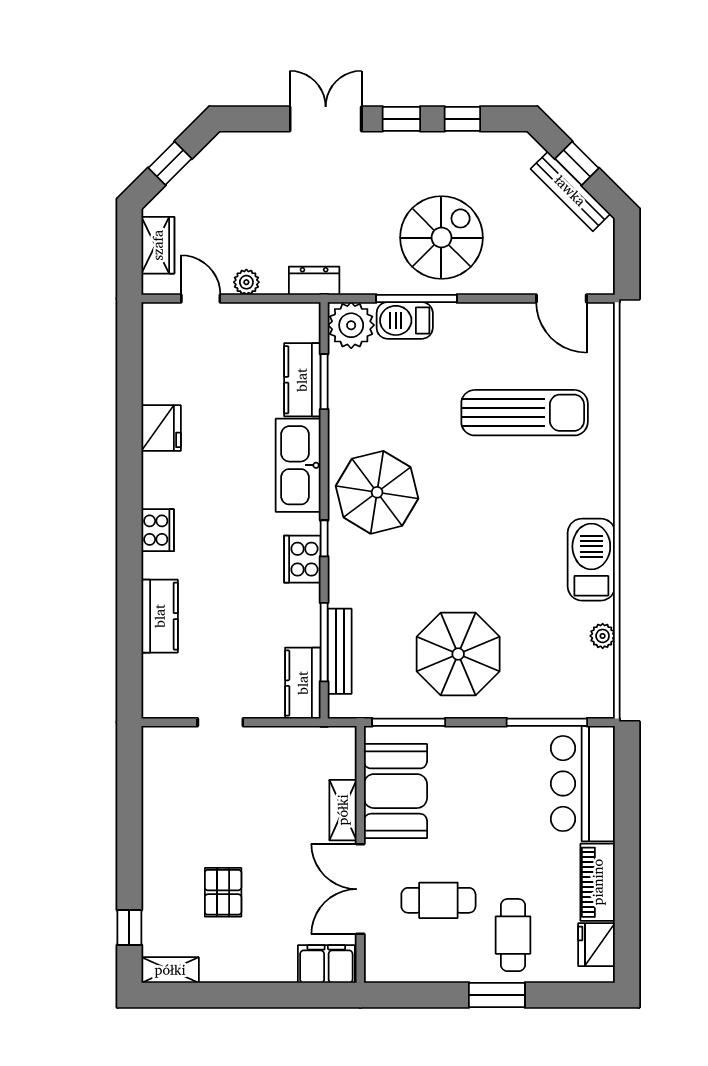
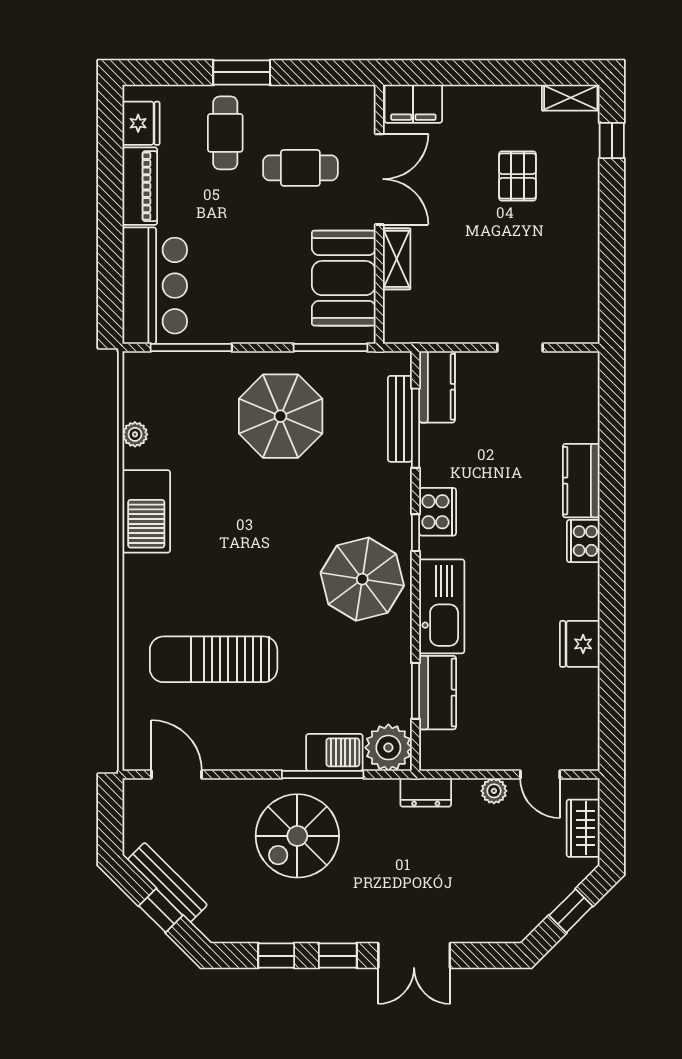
kitchen counter: (160, 616) -> (581, 481), moved

